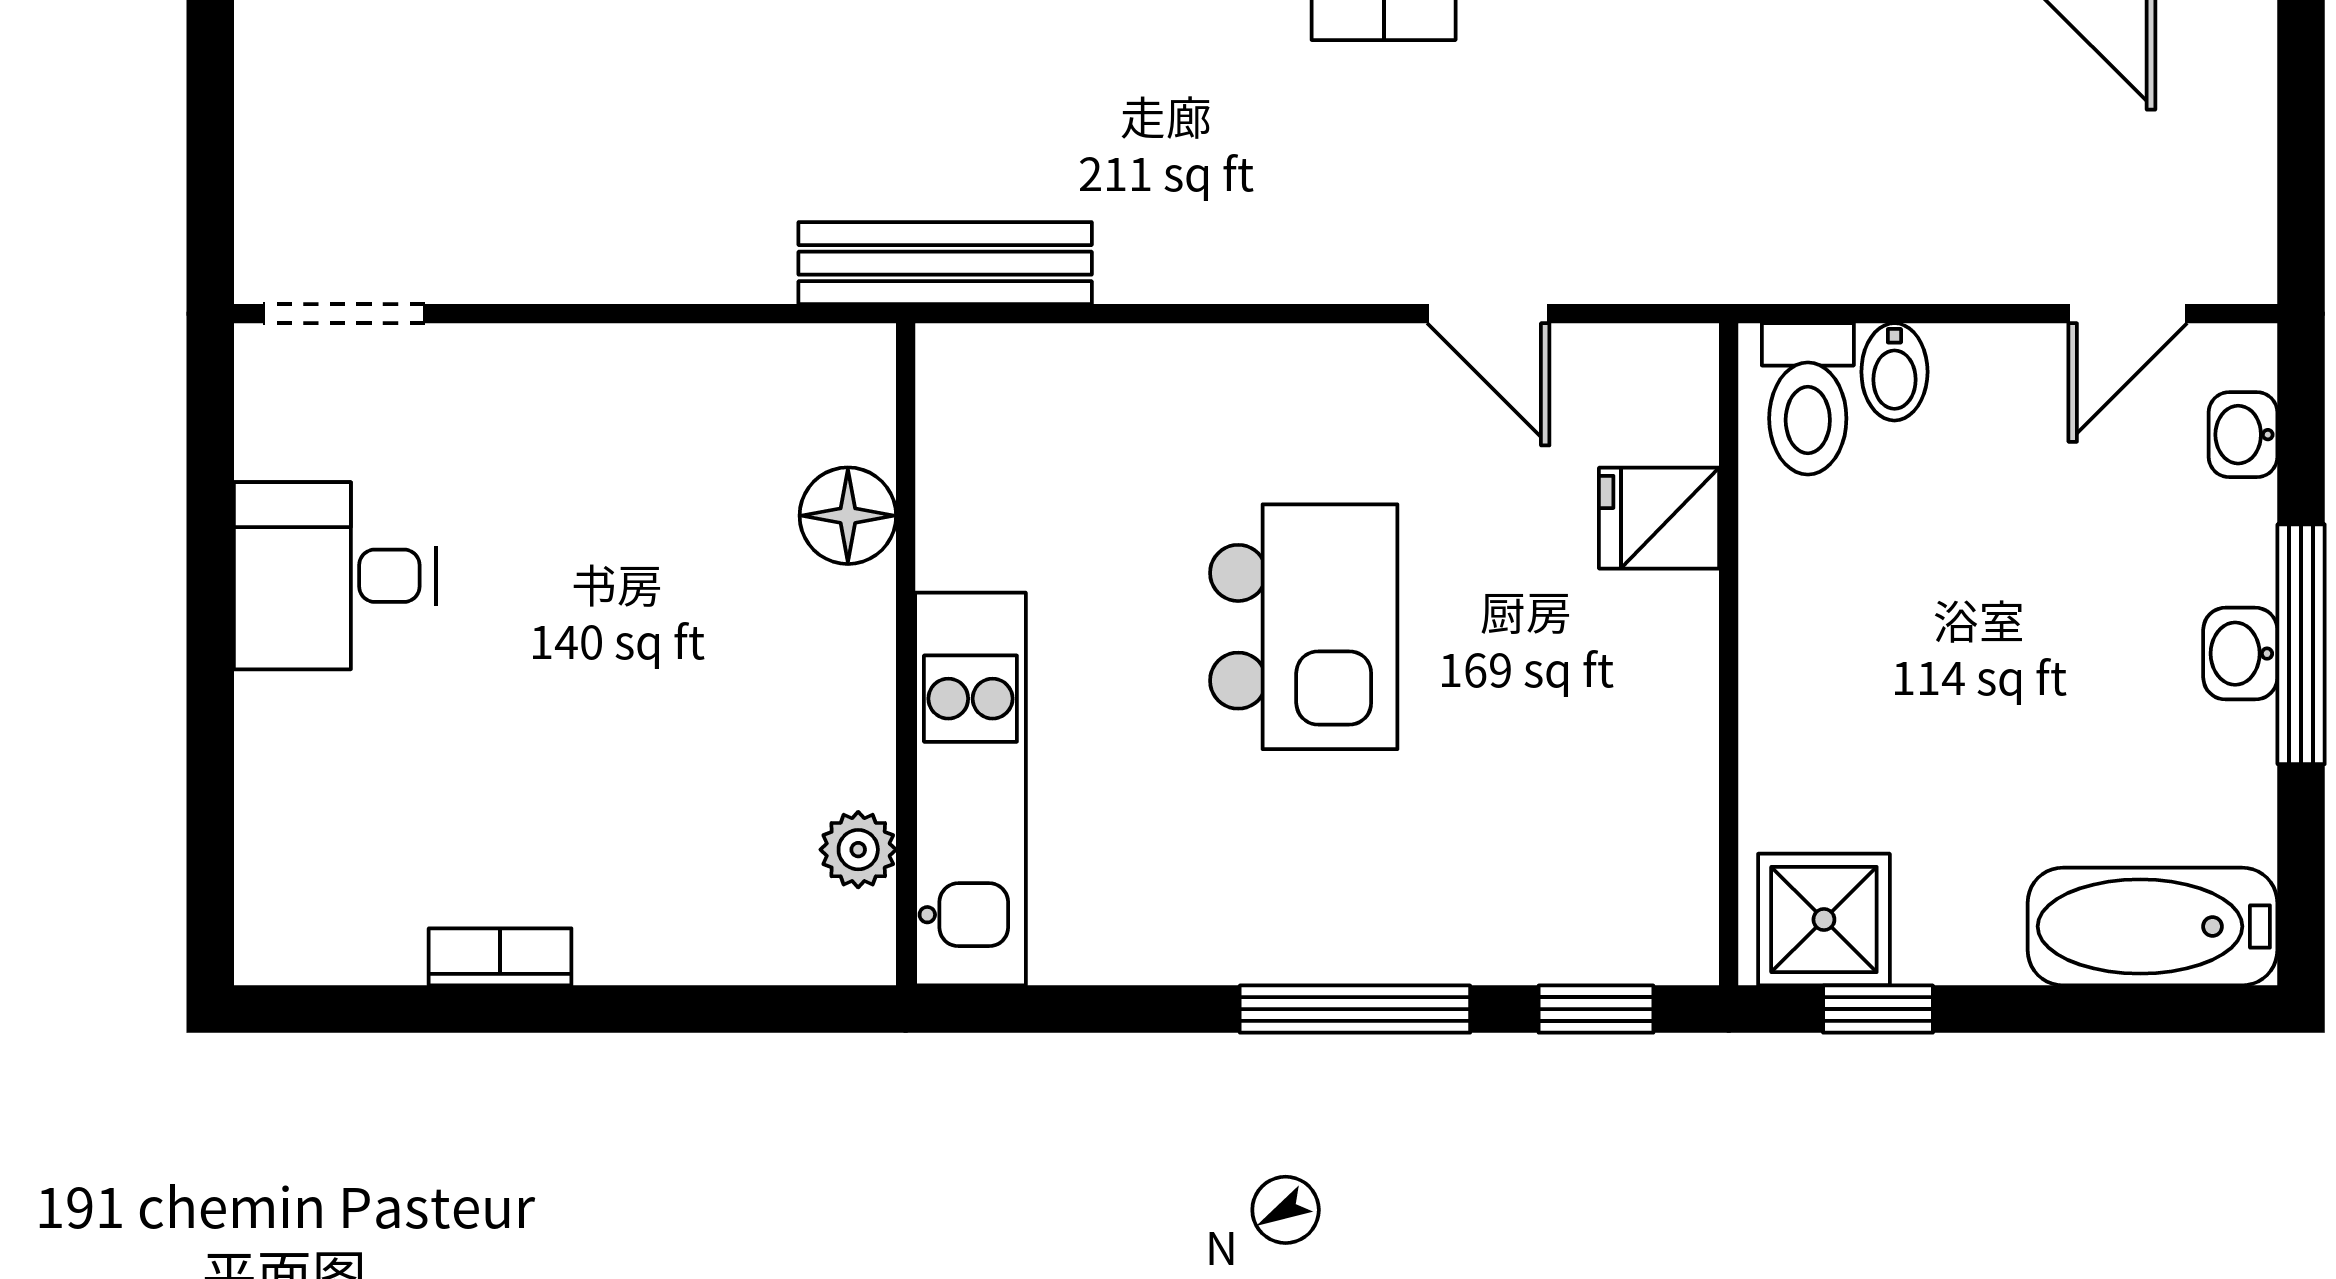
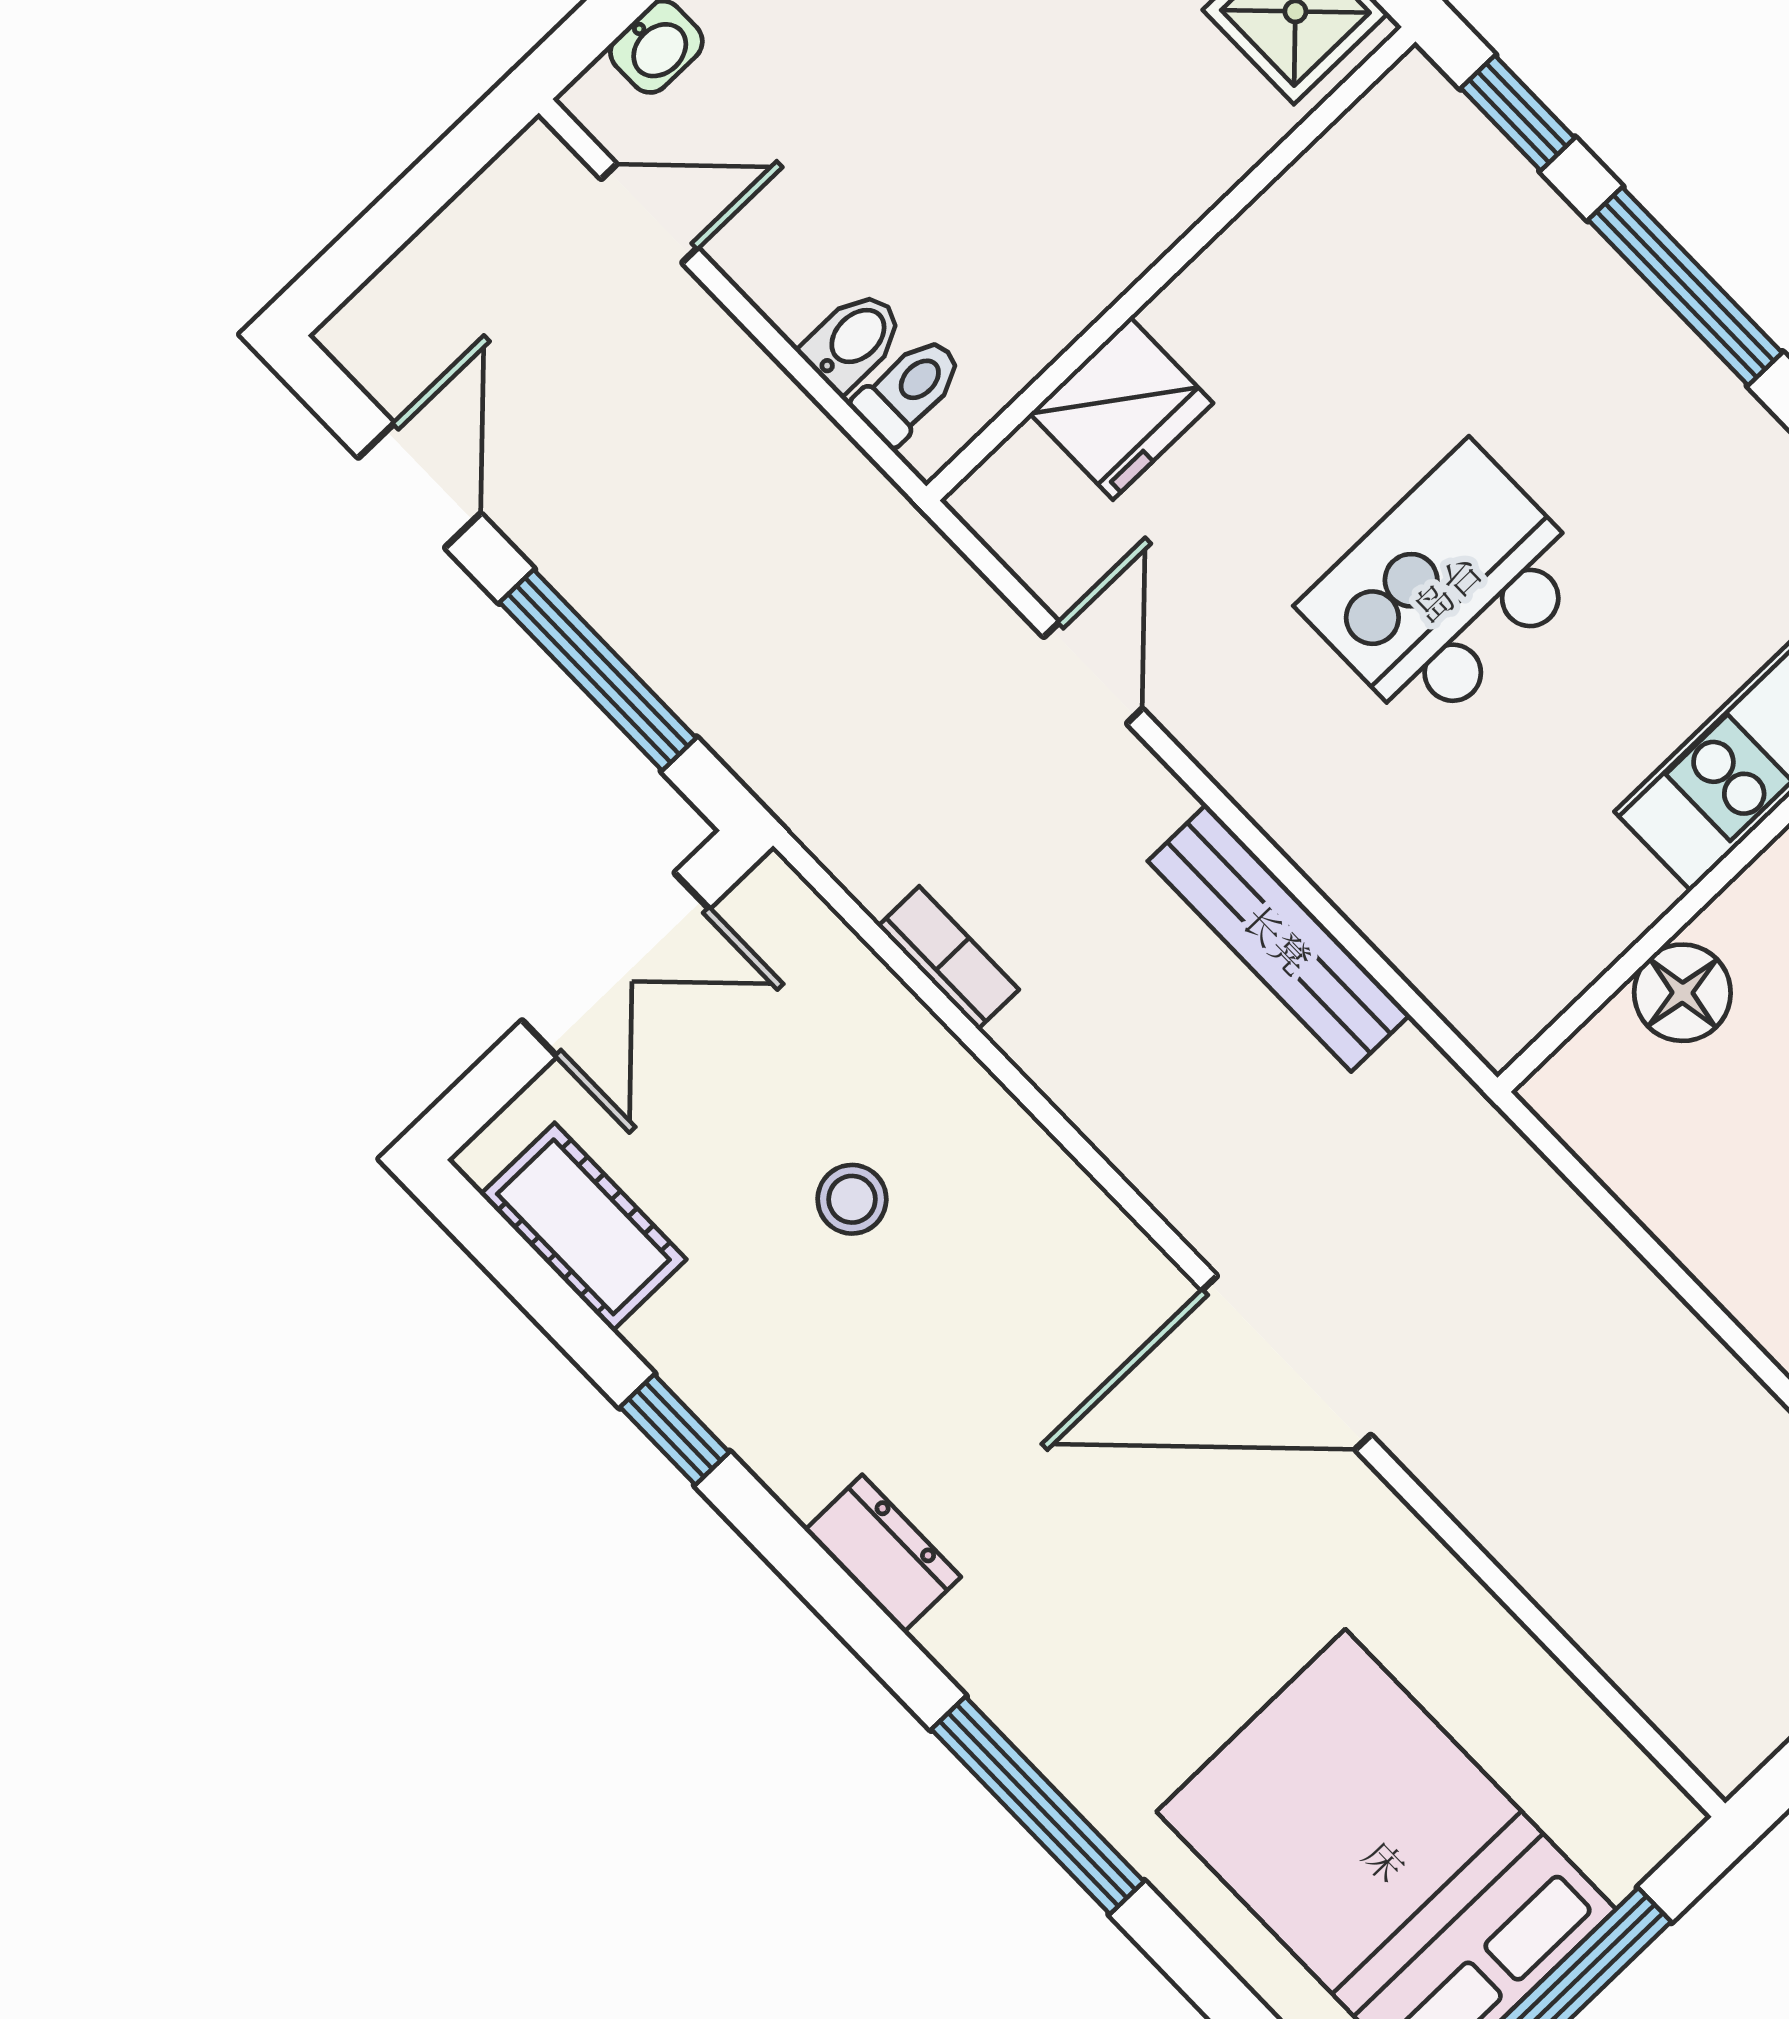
bench: (945, 263) -> (1279, 938), moved
toilet: (1808, 399) -> (909, 390), width x0.73, depth x0.72
fridge: (1659, 518) -> (1121, 408), width x1.38

